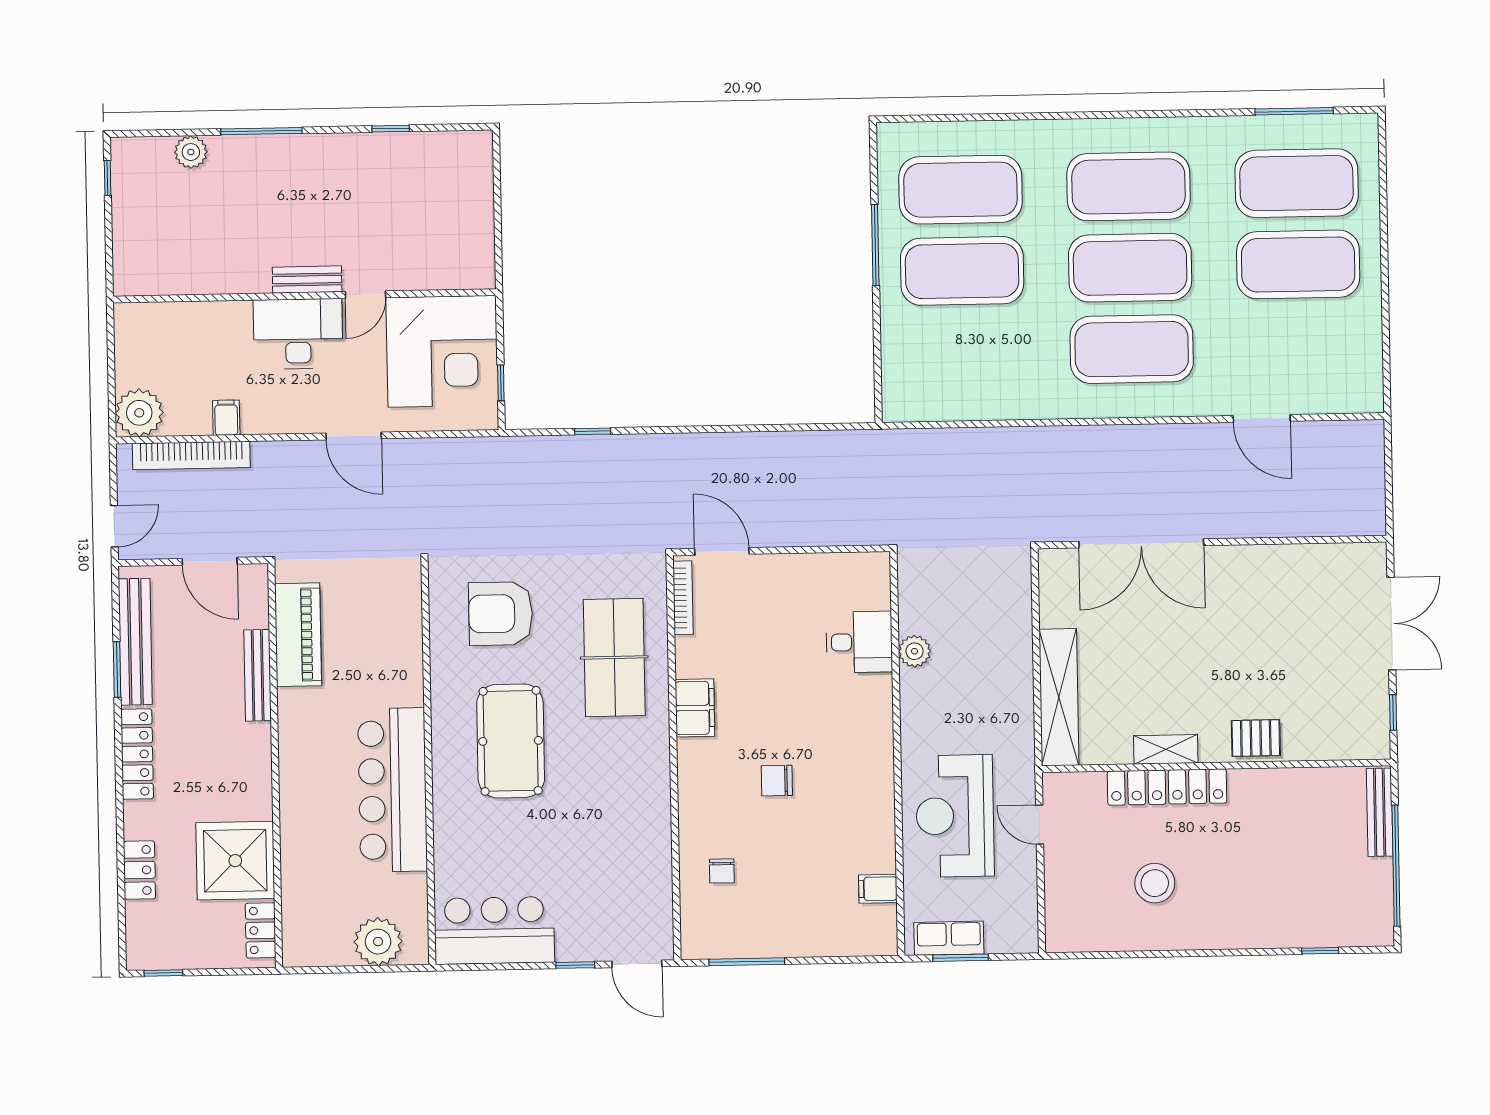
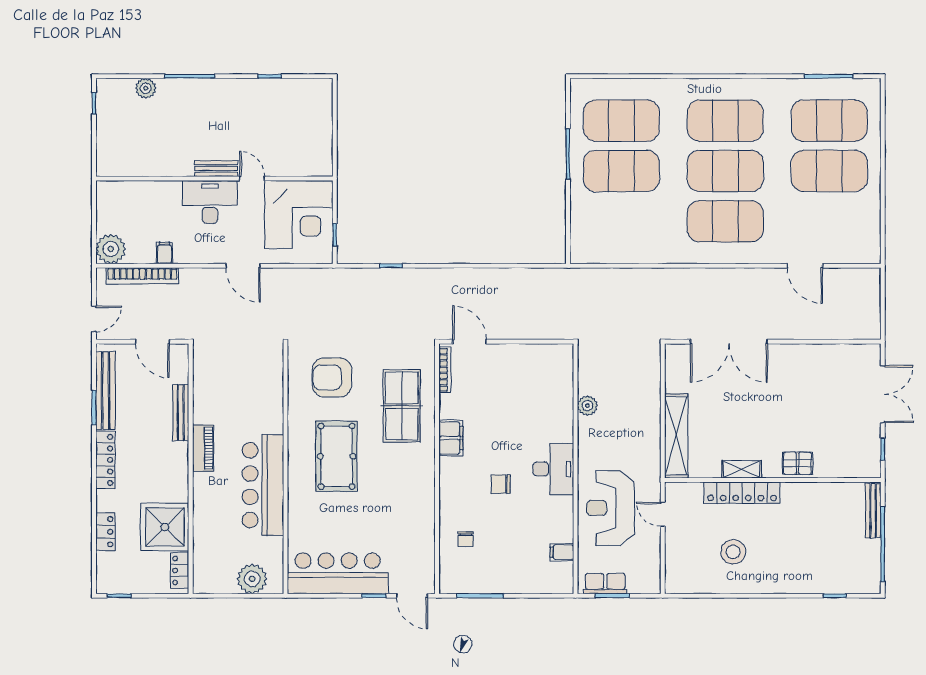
door: (365, 295) -> (252, 179), swing flipped
piano: (298, 635) -> (203, 448), moved, width x0.73, depth x0.75
desk: (859, 642) -> (553, 469), moved, width x1.37
bar counter: (494, 930) -> (338, 573), width x1.36

